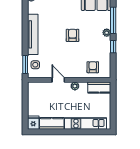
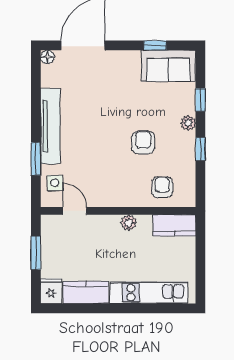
window: (113, 20) -> (200, 100), width x0.46
armchair: (73, 35) -> (143, 143), moved
window: (25, 64) -> (36, 159), moved
door: (58, 80) -> (75, 211), moved
window: (25, 102) -> (36, 253), added

